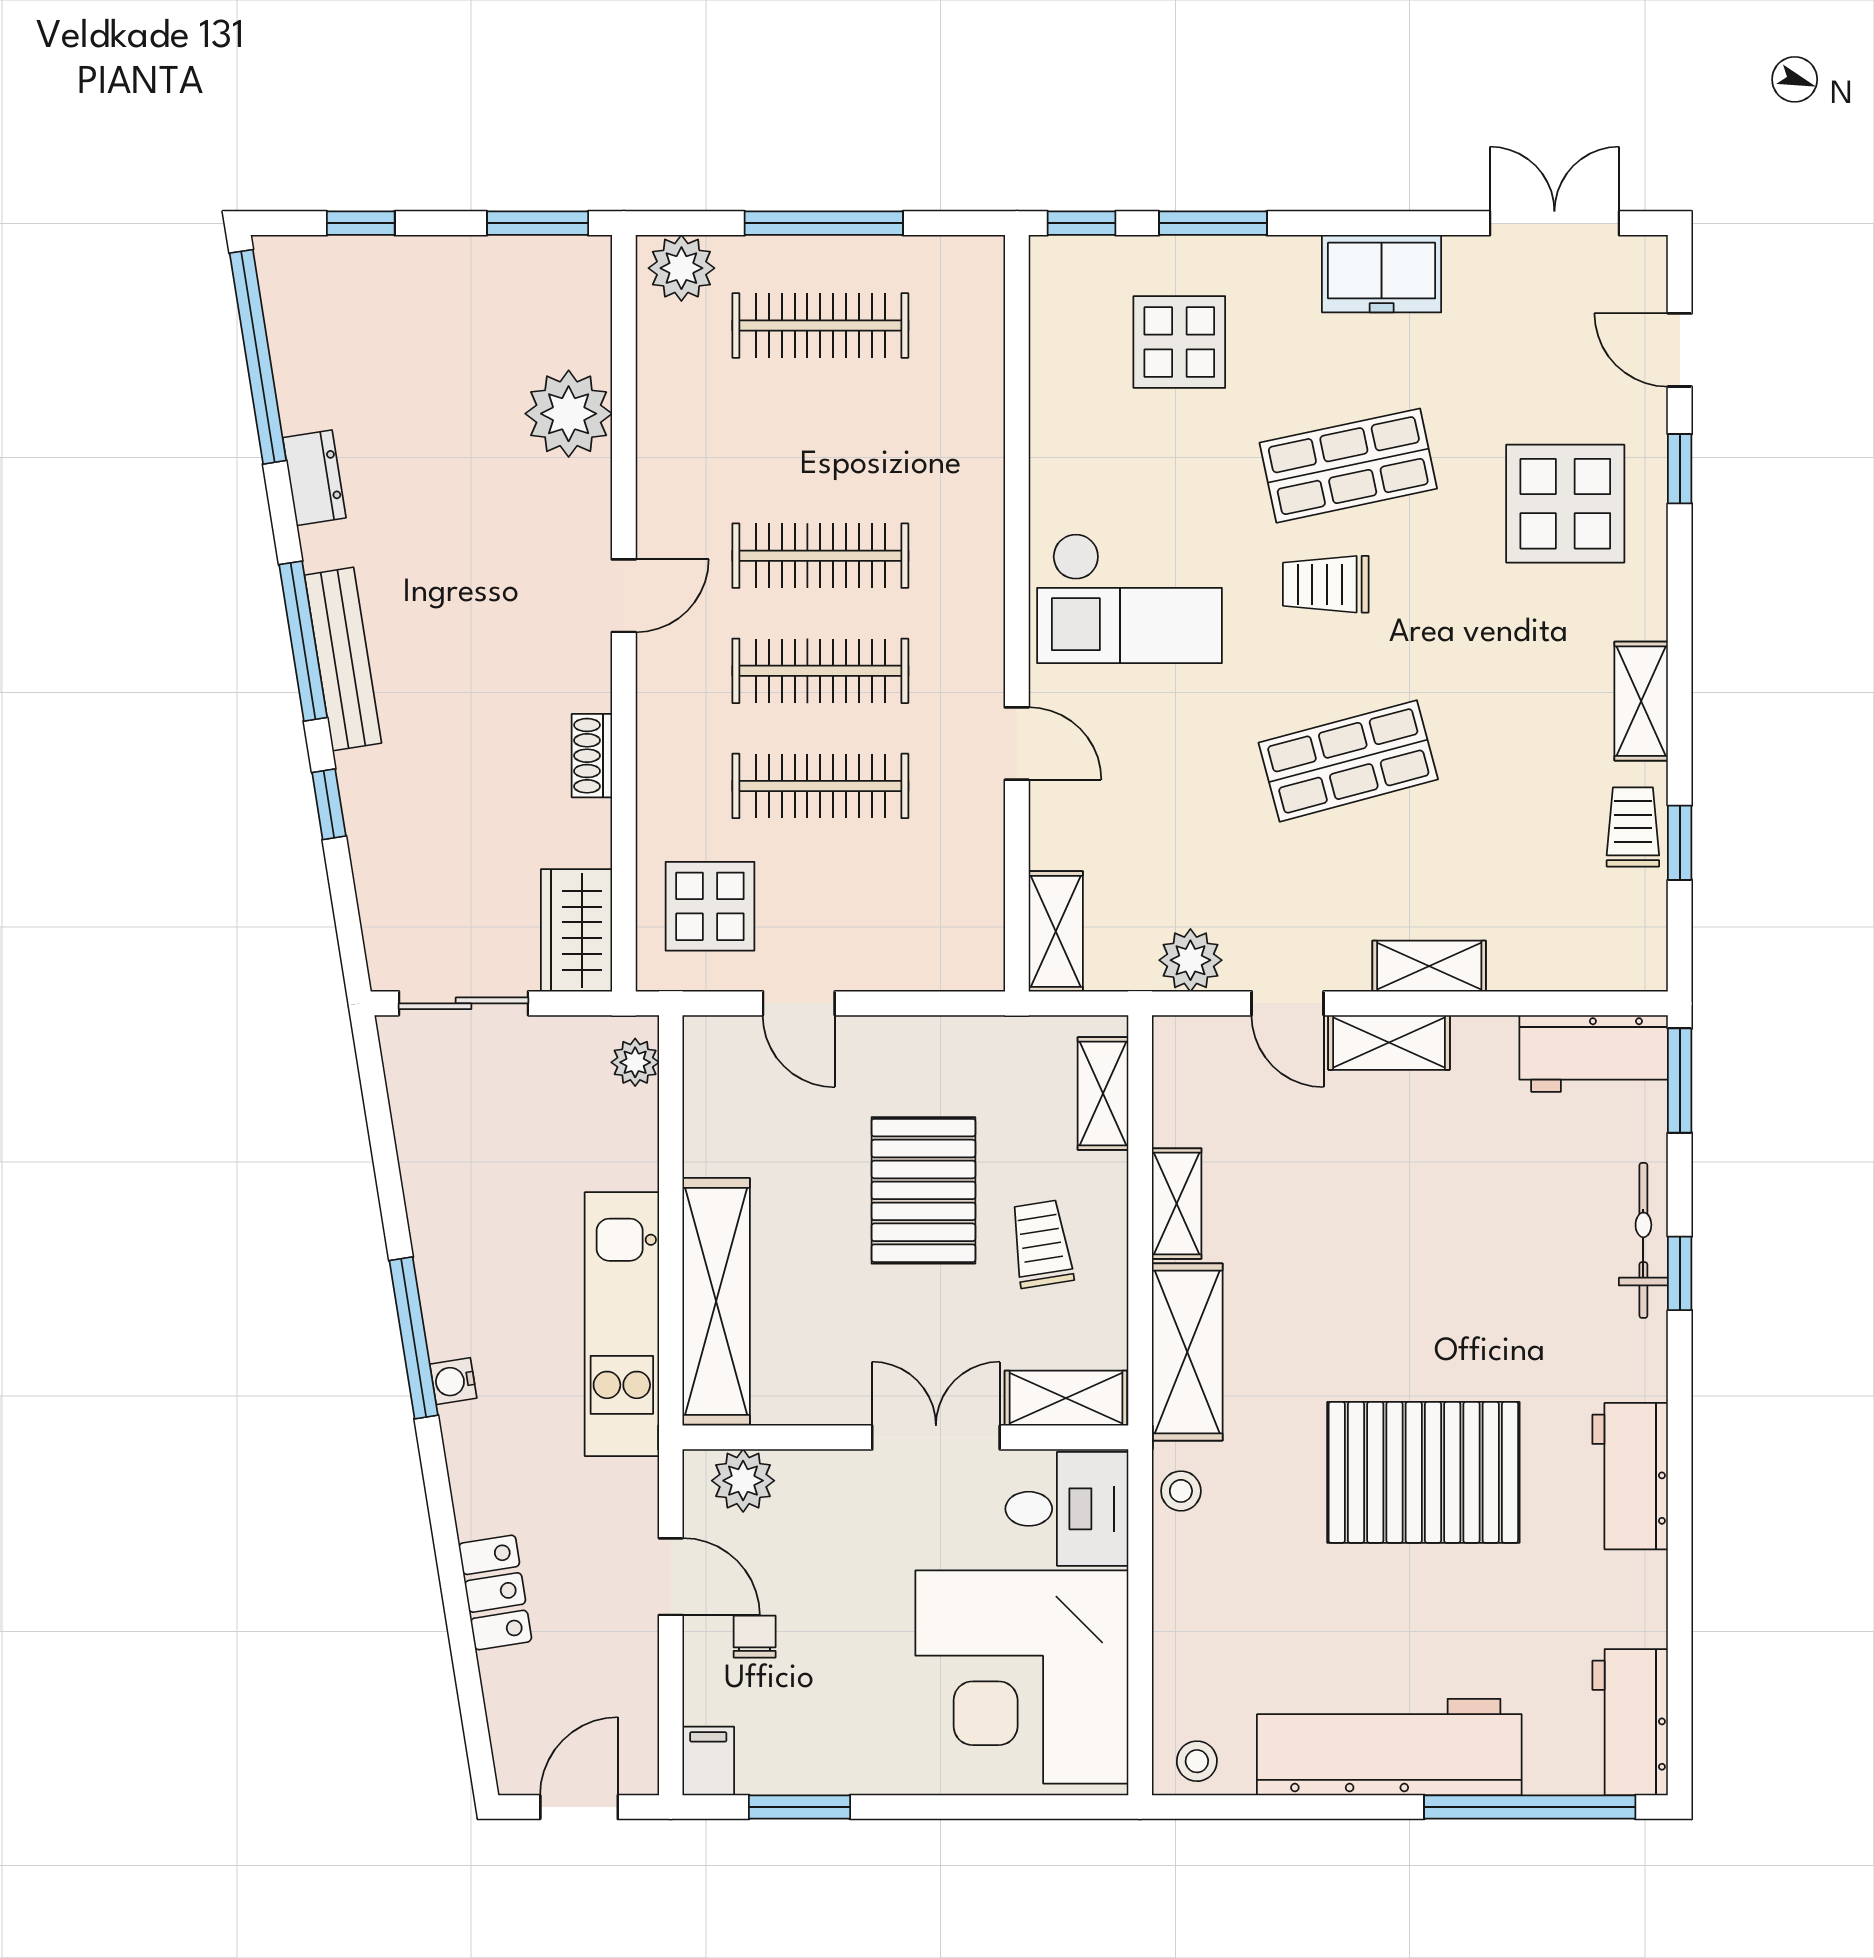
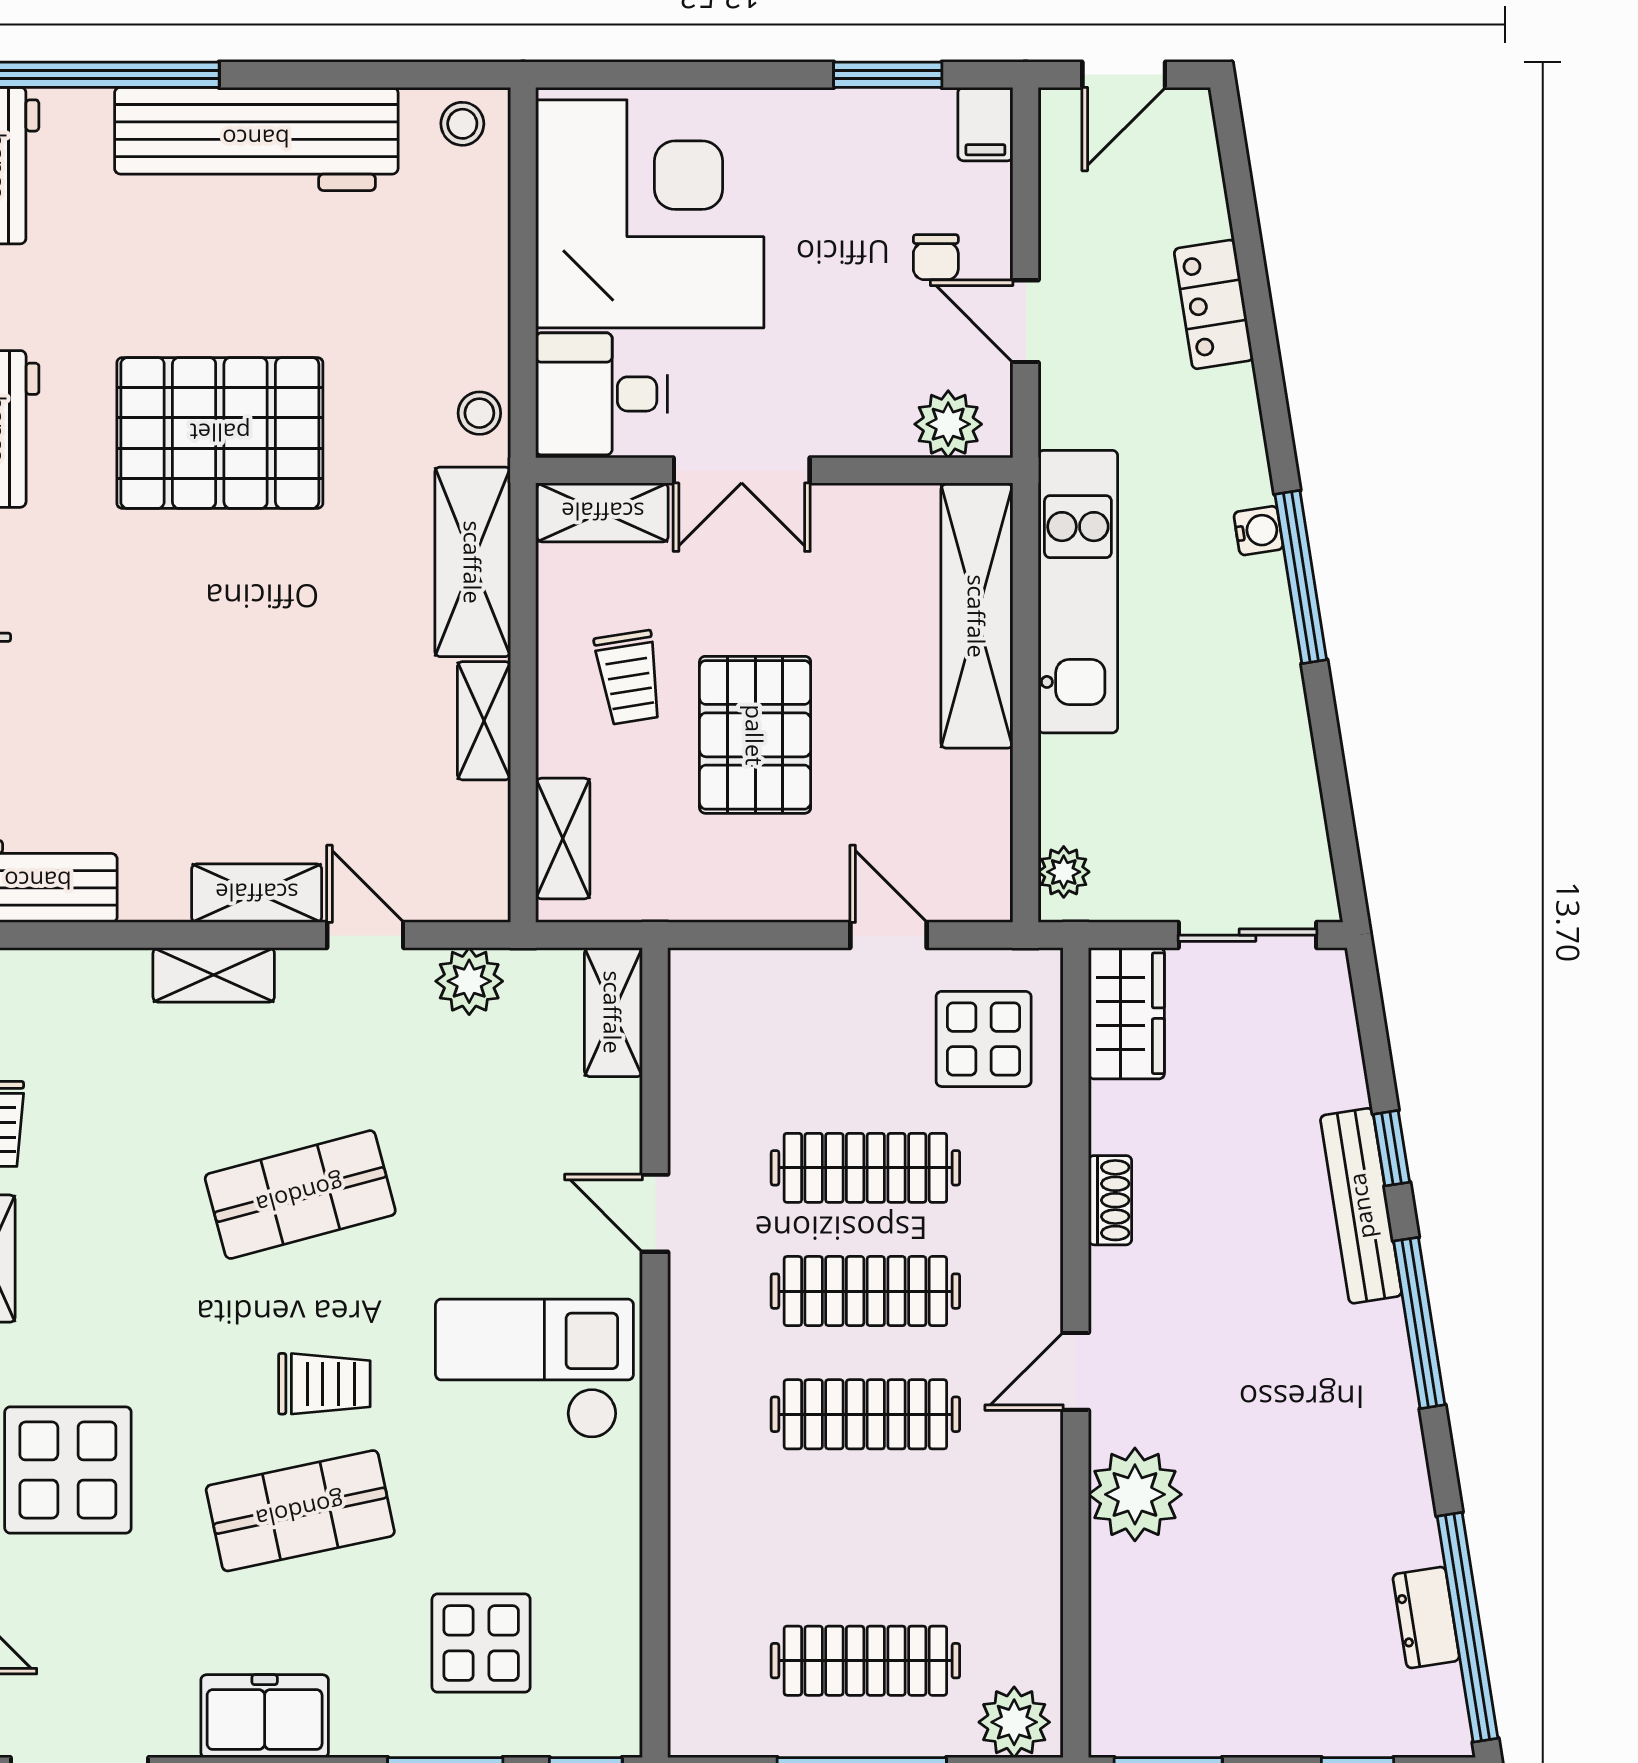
plant: (569, 414) -> (1135, 1494), moved
dresser: (314, 478) -> (1426, 1617), moved
bench: (343, 659) -> (1361, 1206), moved

